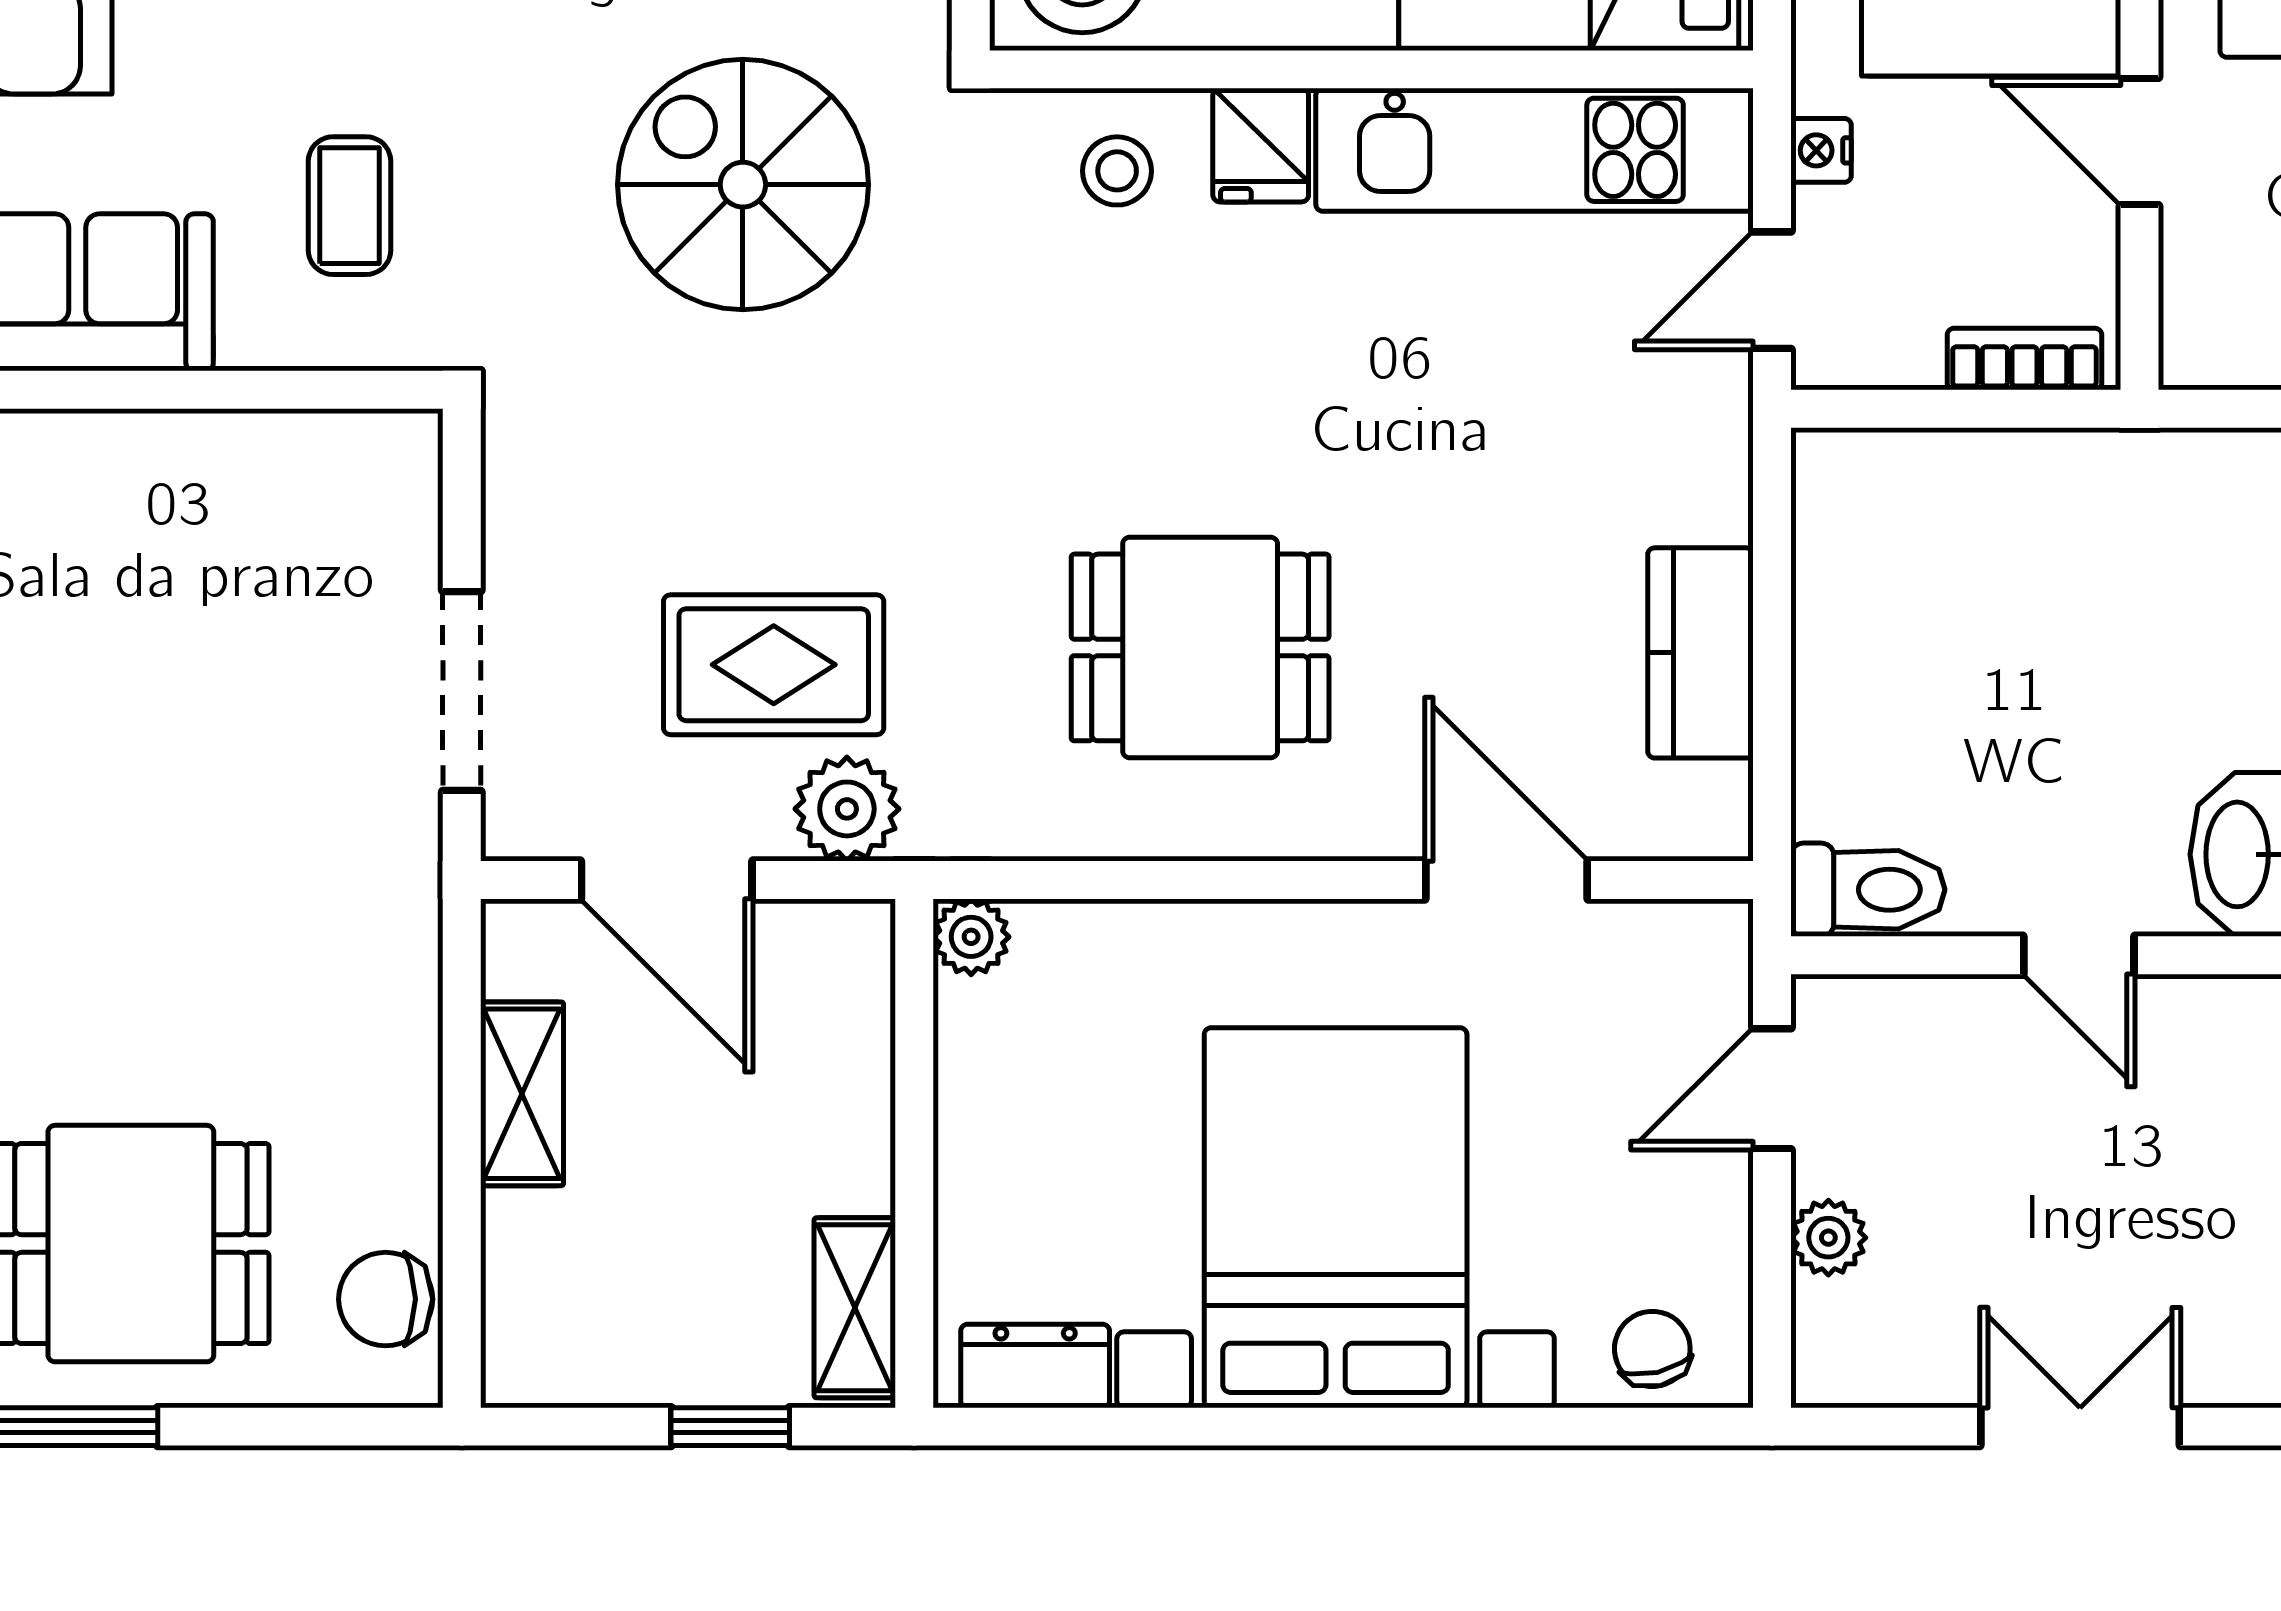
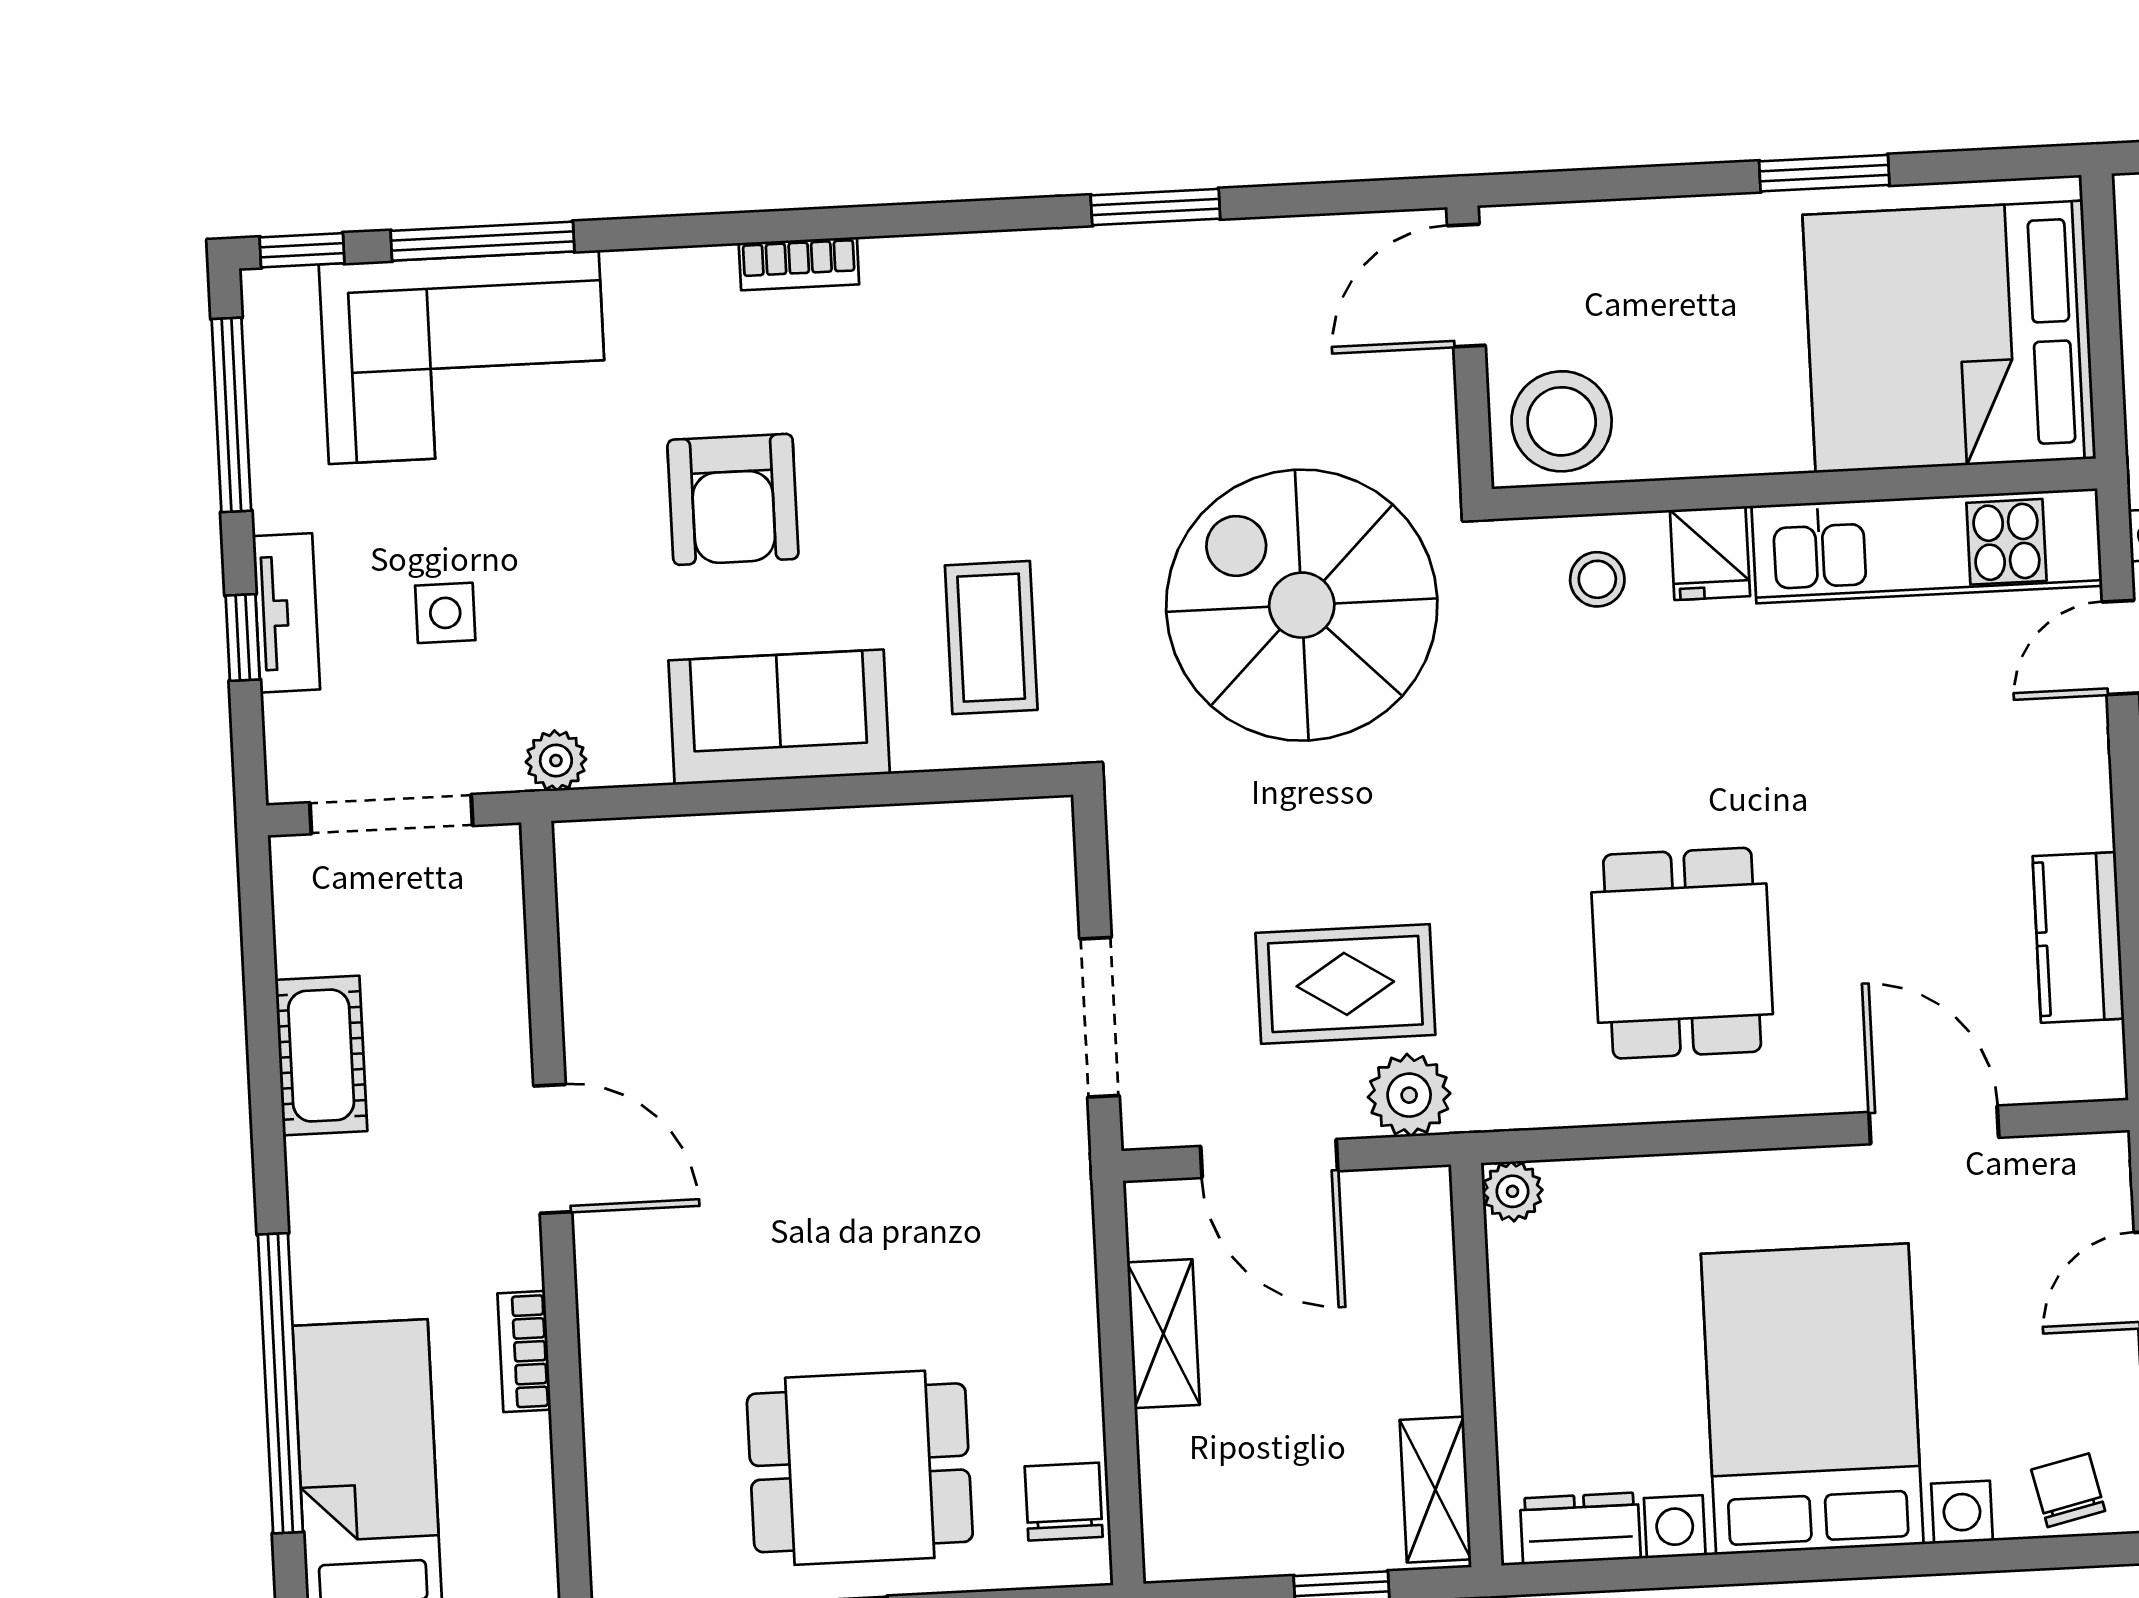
spiral stairs: (743, 185) -> (1302, 605), width x1.37, depth x1.37
coffee table: (350, 206) -> (991, 638), width x1.36, depth x1.30
dining table: (1200, 647) -> (1682, 953), turned 90
chair: (386, 1299) -> (1064, 1502), turned 90

